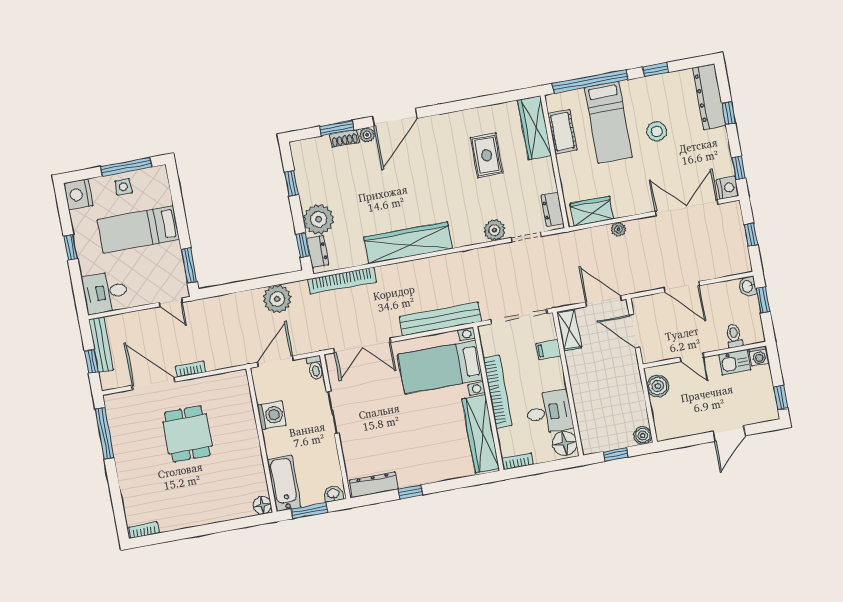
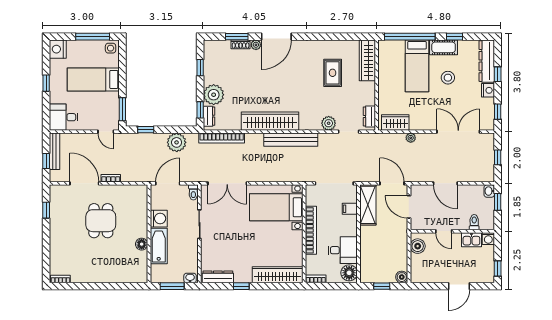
cot: (562, 132) -> (444, 47), moved, turned 90
side table: (123, 187) -> (111, 48), moved
nightstand: (728, 188) -> (488, 90), moved
window: (229, 289) -> (146, 130), added
bench: (440, 319) -> (291, 140), moved
shelving: (569, 330) -> (368, 205), width x1.50, depth x1.33
window: (105, 433) -> (46, 210), width x0.46
wardrobe: (481, 434) -> (278, 275), moved, turned 90
bathtub: (284, 483) -> (159, 246), moved
floor lamp: (262, 505) -> (142, 244), moved

